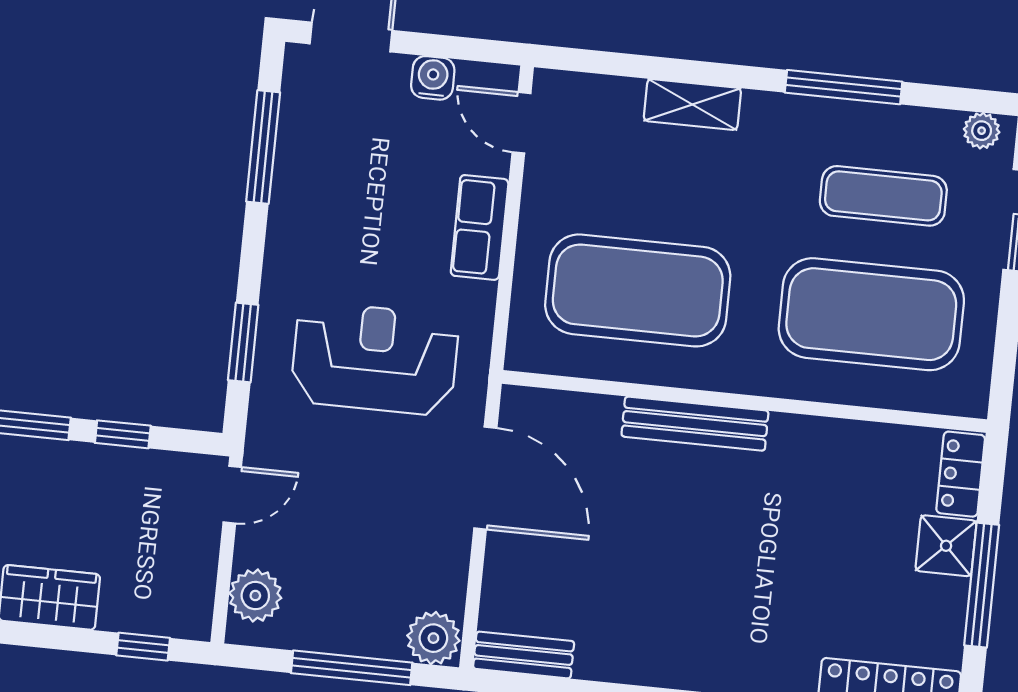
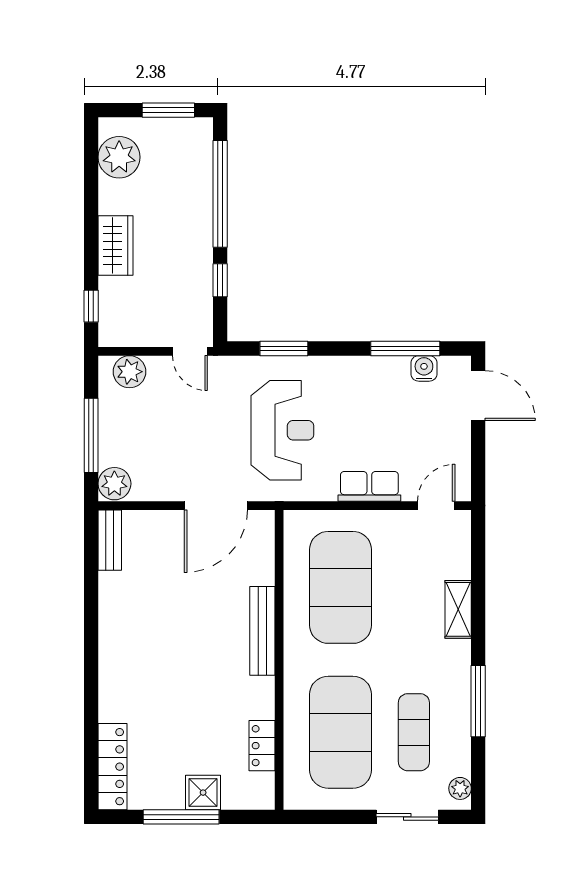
water cooler: (433, 78) -> (424, 368), moved, turned -90
locker: (961, 474) -> (262, 746), moved, turned -90

